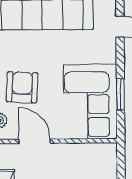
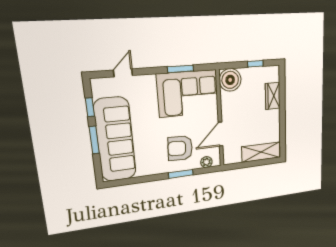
boiler: (103, 157) -> (230, 80), added

